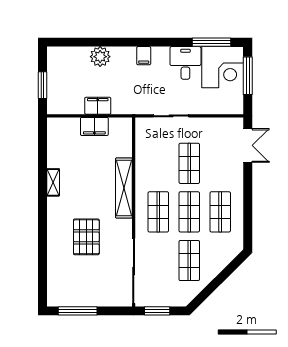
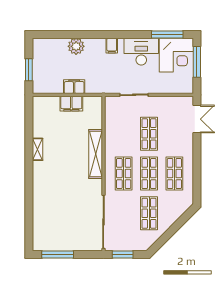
desk: (185, 63) -> (141, 52), width x1.37
pallet: (86, 237) -> (65, 194), removed

